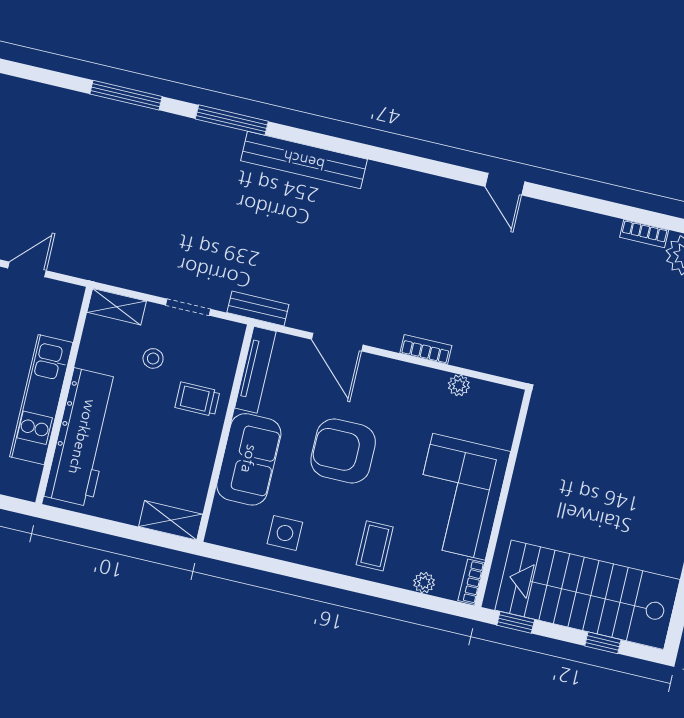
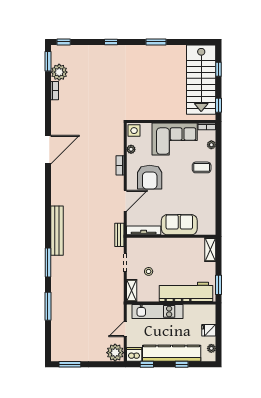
door: (505, 184) -> (48, 150), width x1.87
door: (27, 269) -> (125, 329), hinge flipped
trolley: (197, 399) -> (160, 250), removed
kitchen unit: (41, 400) -> (157, 311), moved
armchair: (343, 451) -> (150, 177), moved
window: (81, 520) -> (219, 285), added
side table: (285, 533) -> (134, 131), moved

